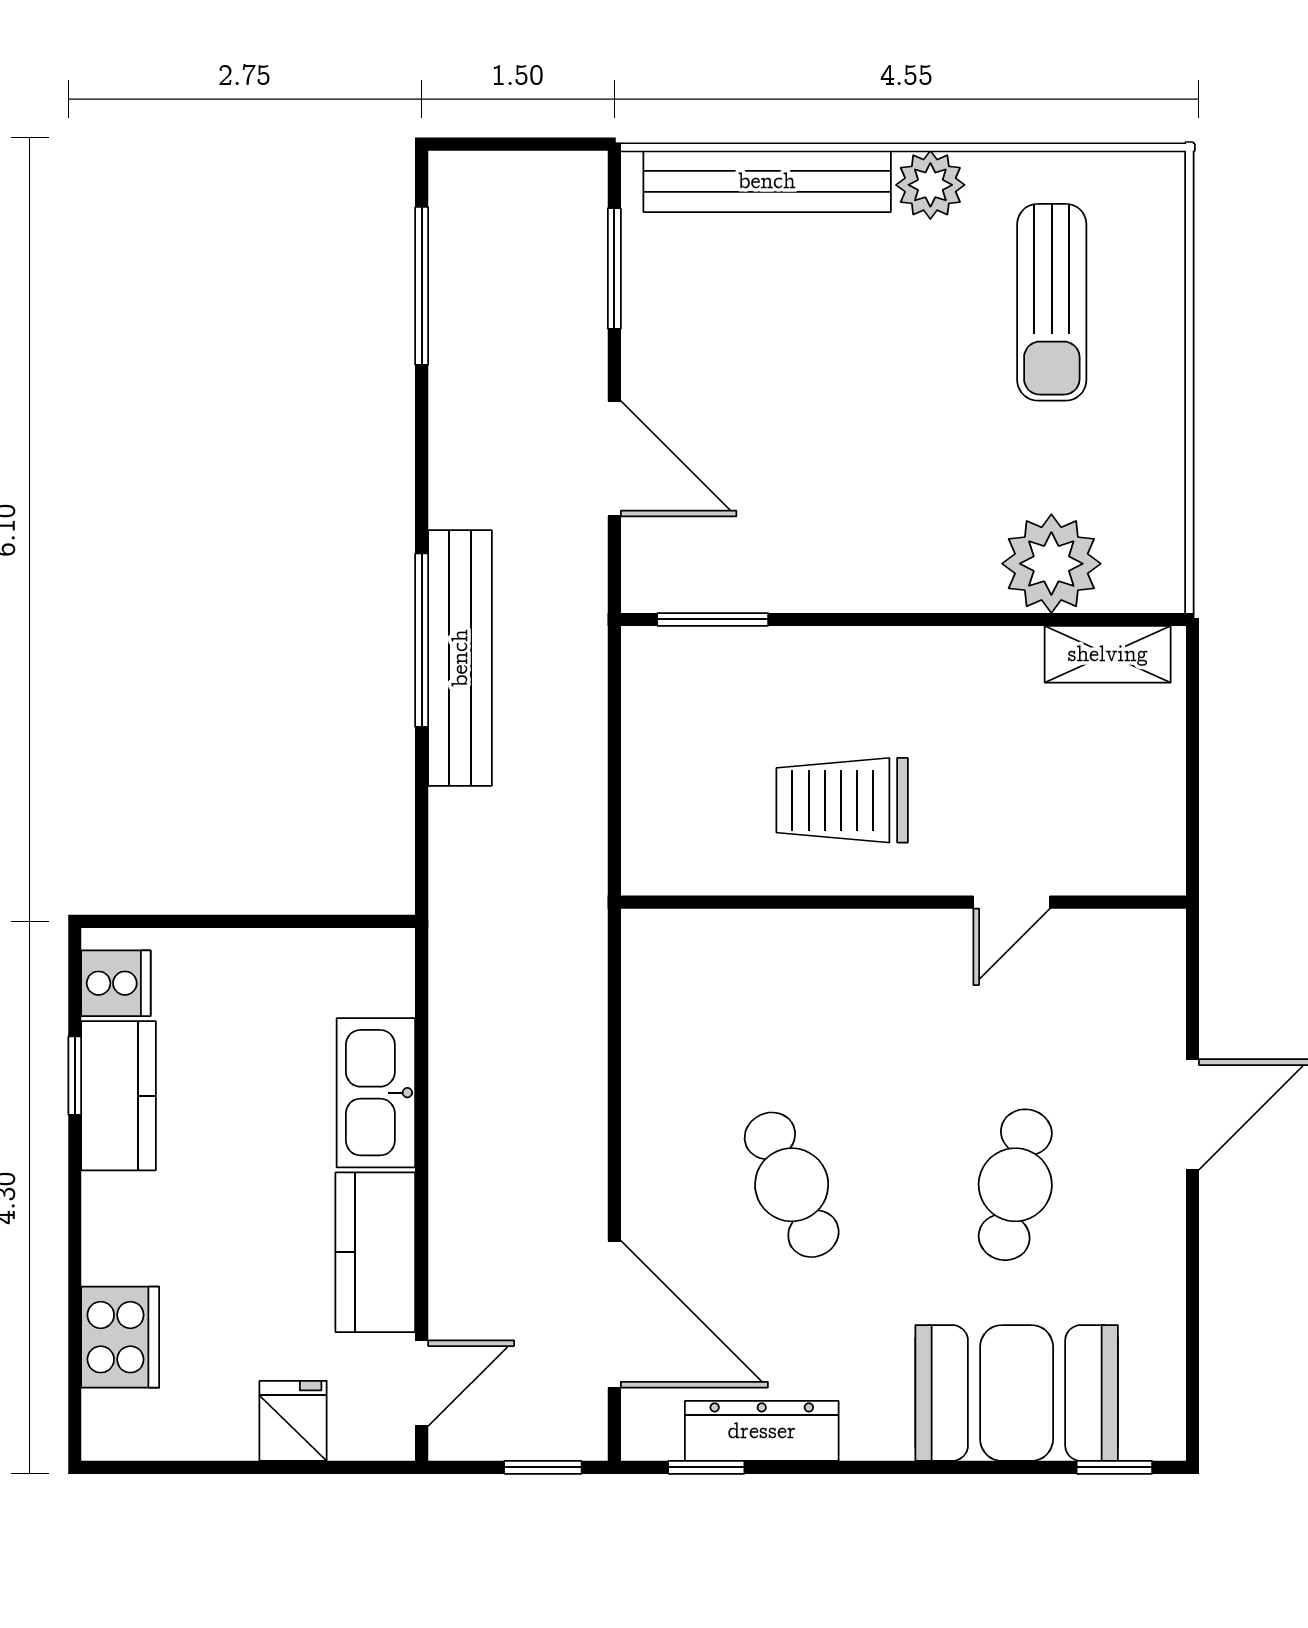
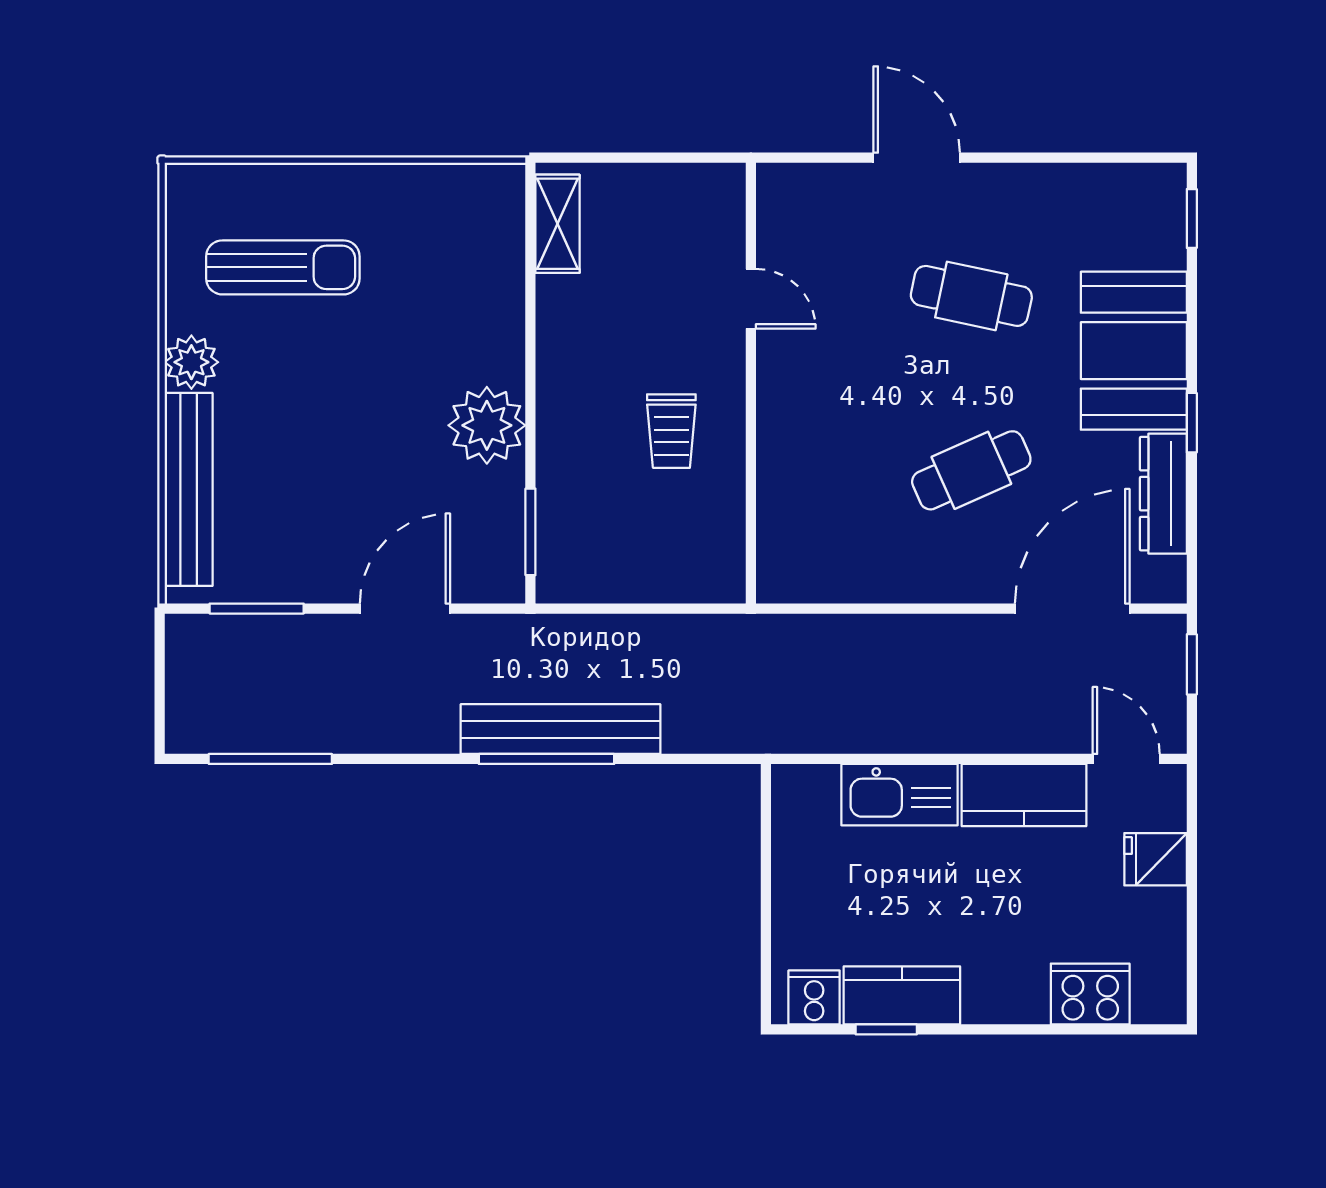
plant: (1051, 564) -> (487, 425), moved
trolley: (842, 800) -> (671, 431), width x0.73, depth x0.72
booth: (1017, 1393) -> (1134, 351), moved
window: (706, 1467) -> (1192, 423), moved

